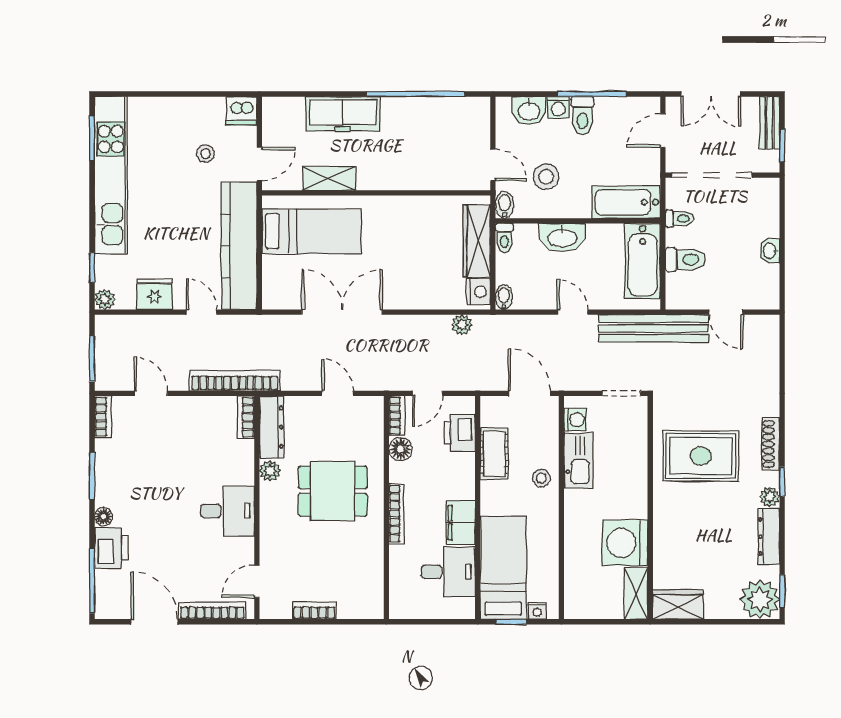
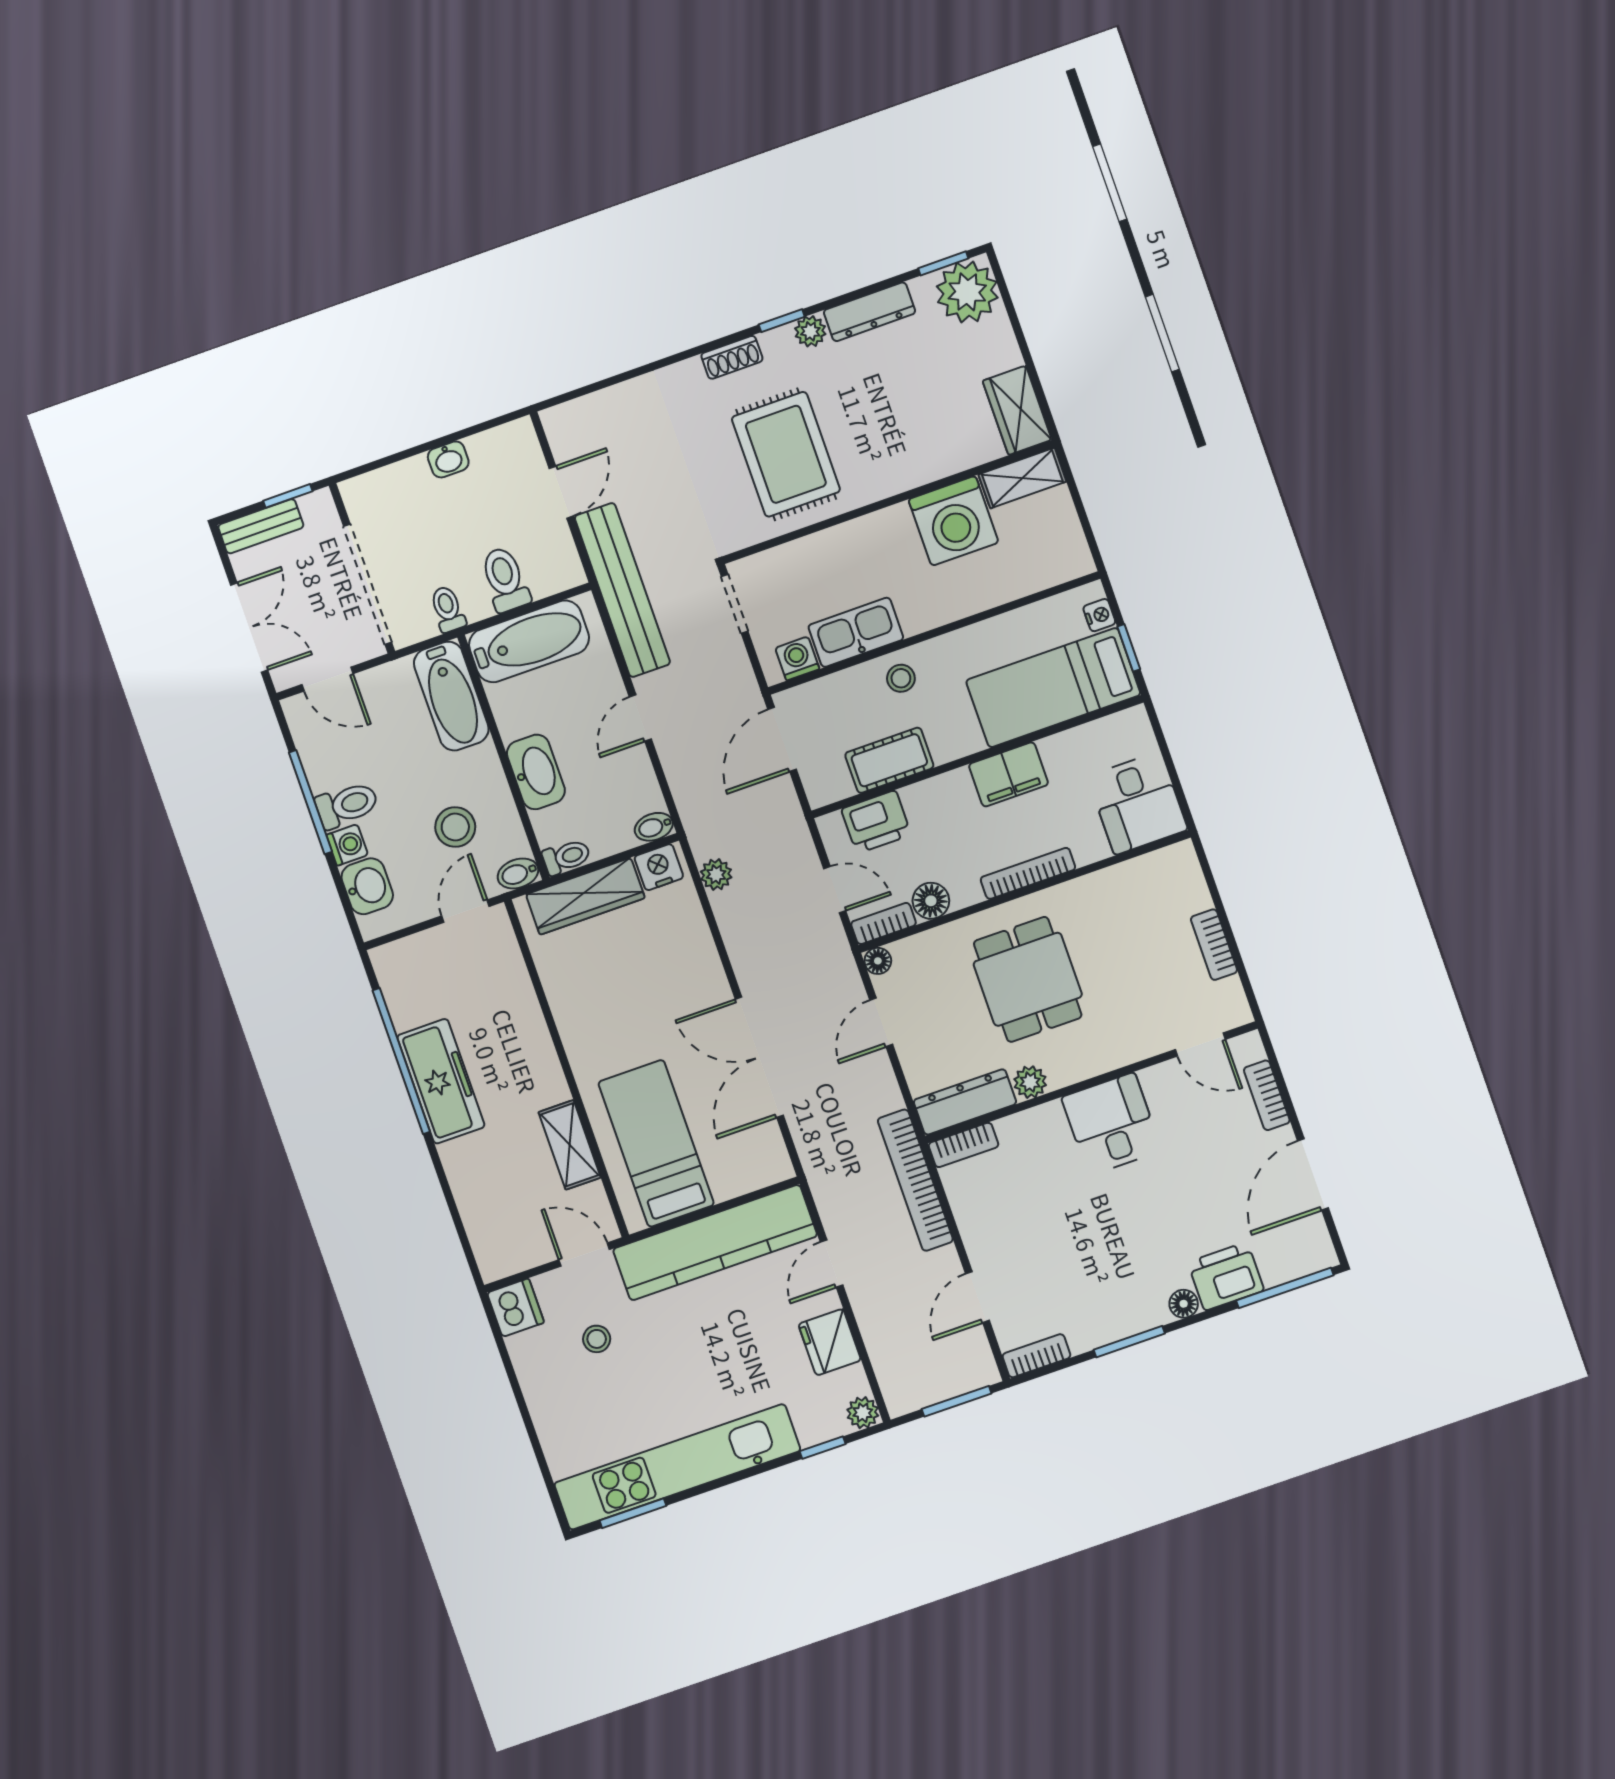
freezer: (343, 114) -> (441, 1081), moved
floor lamp: (375, 404) -> (878, 961), added
shoe rack: (771, 444) -> (732, 357), width x0.70
desk: (448, 572) -> (1138, 803), moved, turned 180
bookcase: (212, 611) -> (1267, 1095), width x0.64

